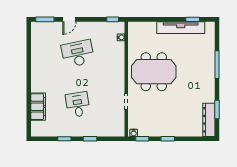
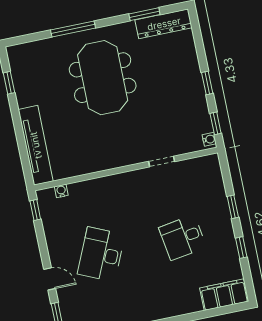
tv unit: (181, 28) -> (36, 145), moved
desk: (78, 53) -> (101, 254), turned 36
meeting table: (154, 72) -> (103, 78), moved
filing cabinet: (38, 107) -> (224, 295), moved

